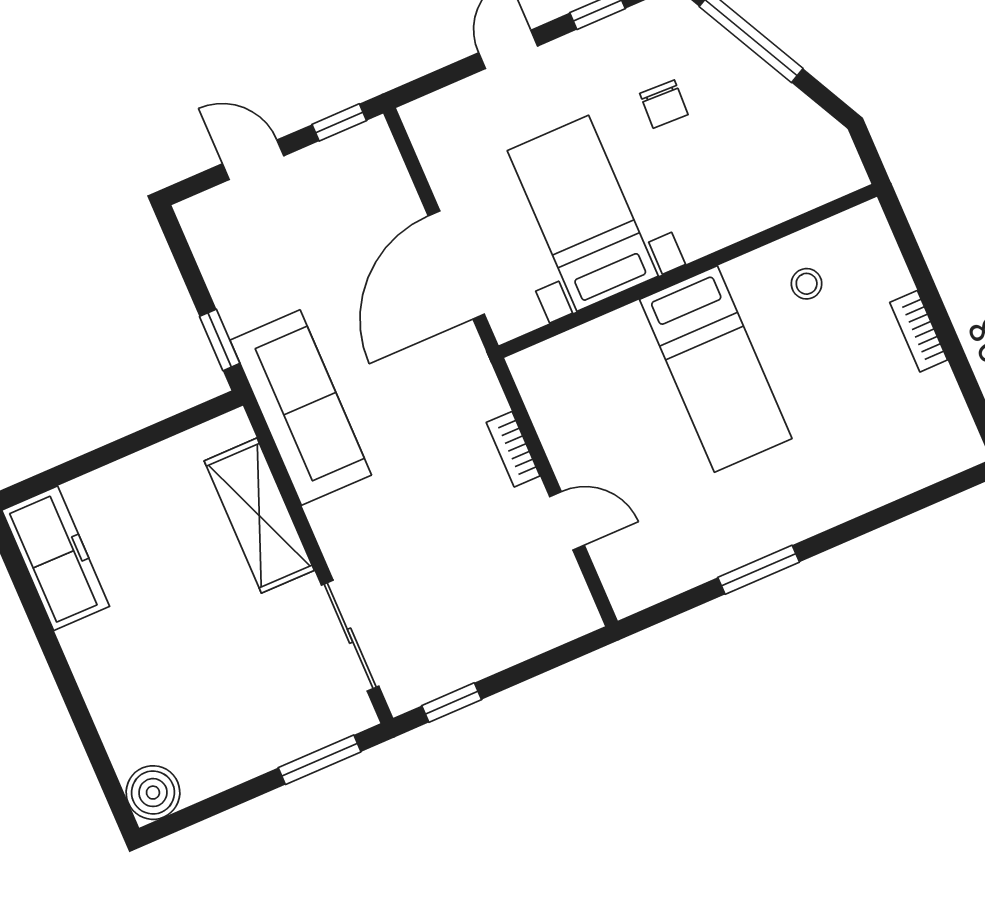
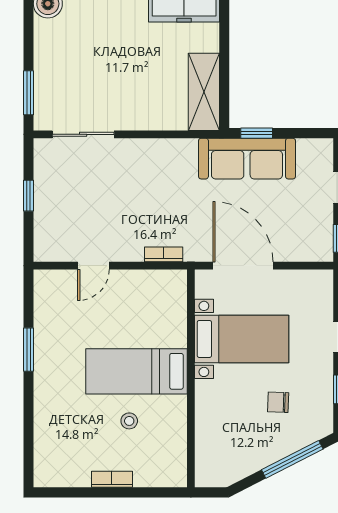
stool: (807, 284) -> (129, 421), moved
sofa: (301, 408) -> (247, 159), moved
bookcase: (513, 449) -> (164, 254), moved
shelving: (259, 516) -> (204, 92), moved, turned 90
window: (452, 703) -> (28, 196), moved

